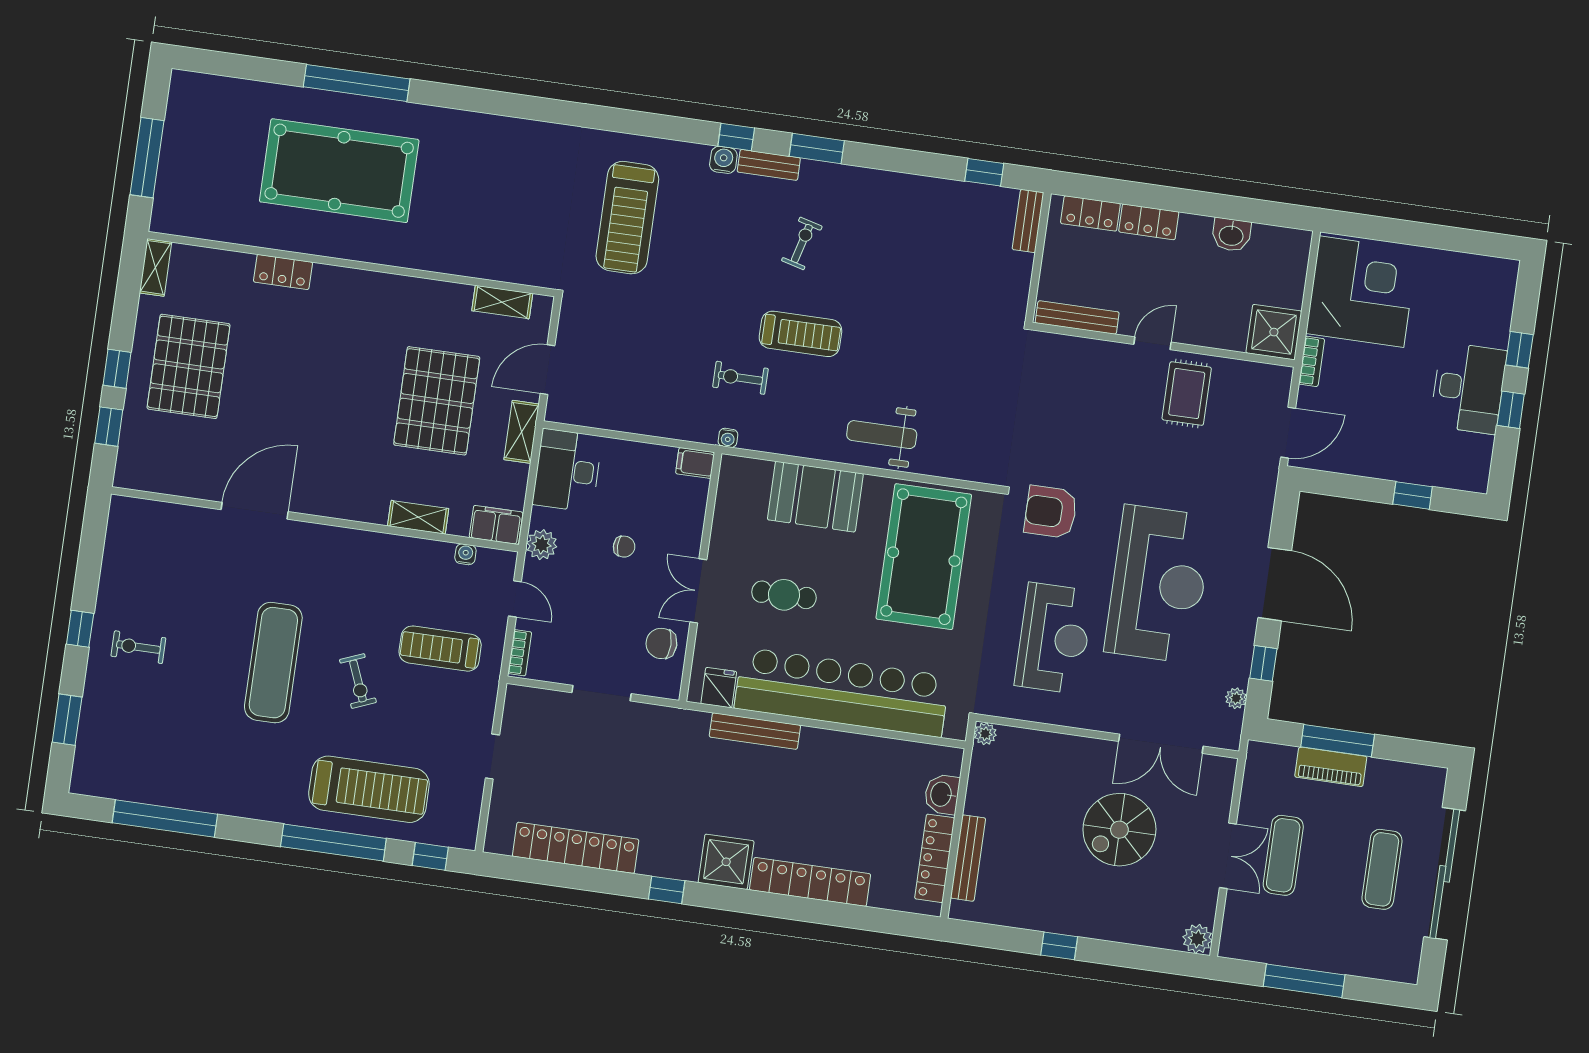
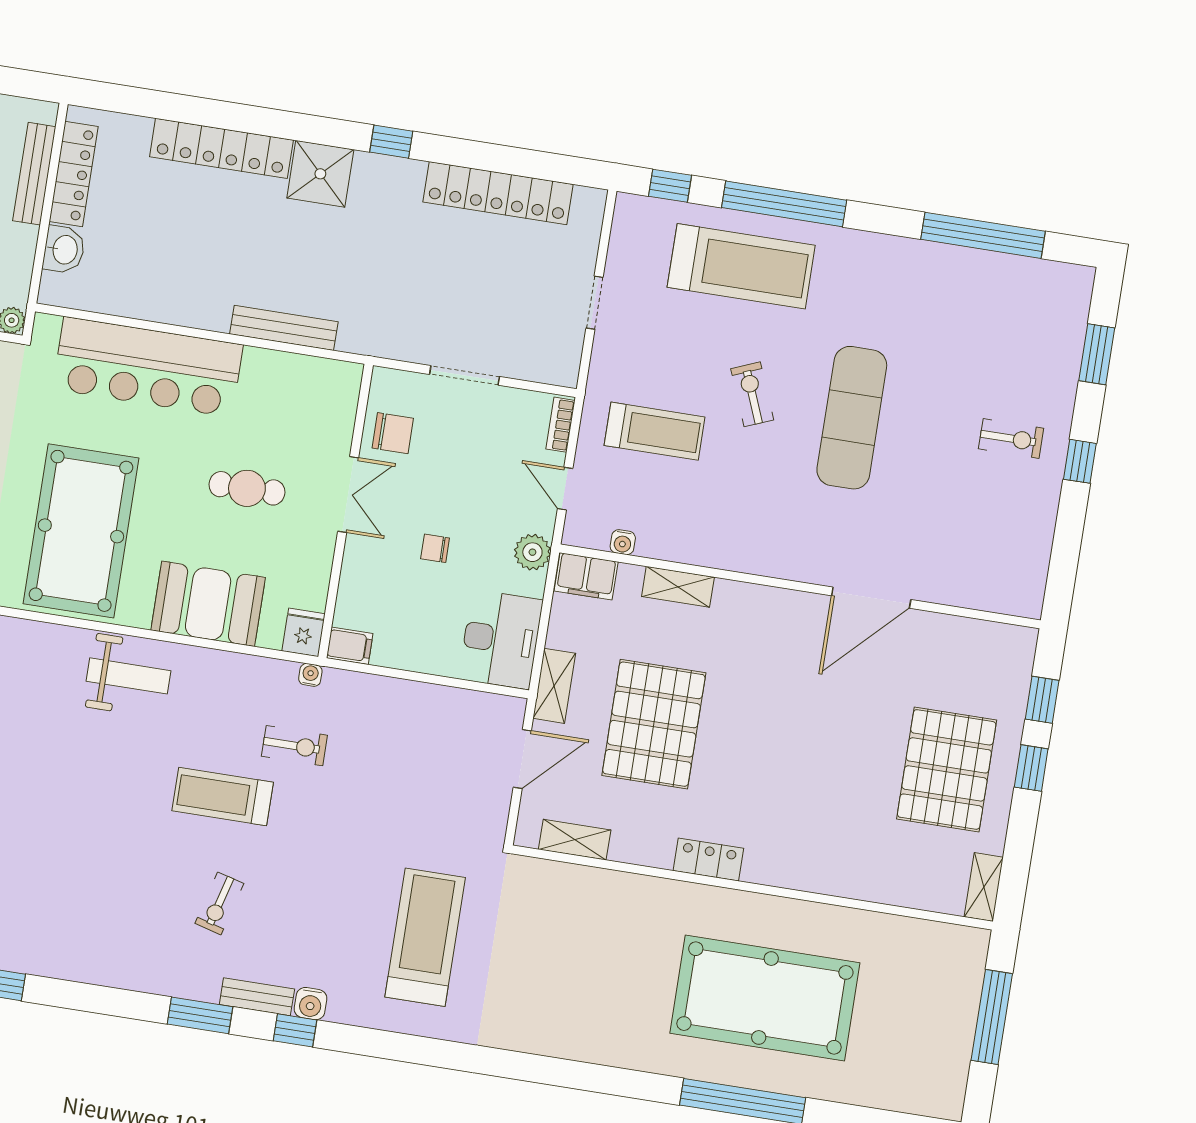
locker: (283, 272) -> (708, 860), moved
fridge: (719, 688) -> (304, 632), moved, turned 180
bar counter: (842, 692) -> (148, 367), width x0.73
treadmill: (369, 789) -> (741, 266), turned 180

